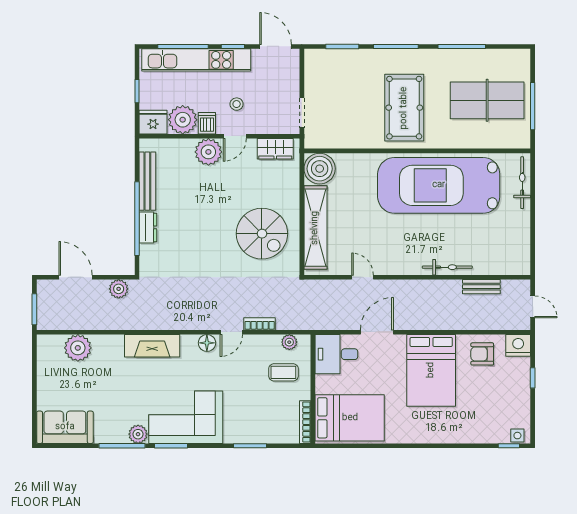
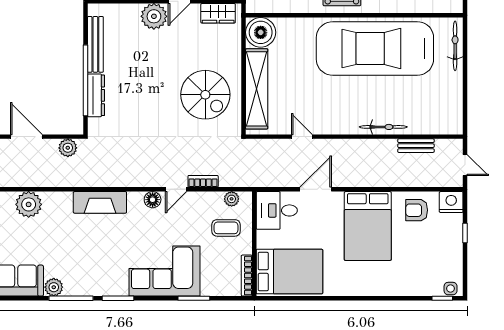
dresser: (148, 227) -> (96, 95), width x1.44
corner sofa: (186, 417) -> (164, 271), moved
plant: (138, 434) -> (54, 287), moved

